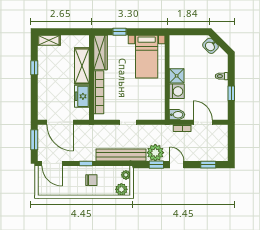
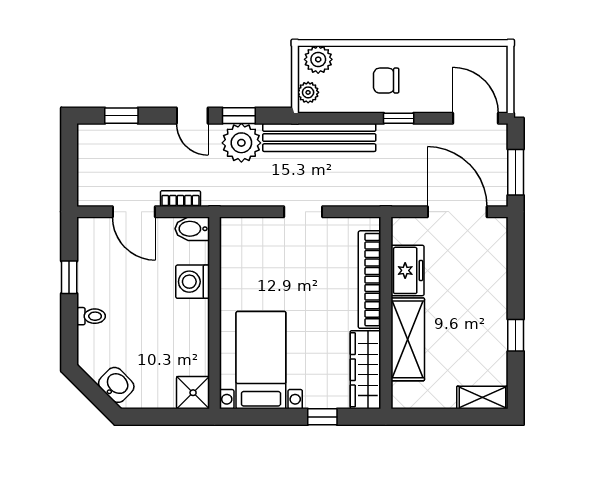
shower: (177, 76) -> (193, 393), moved

